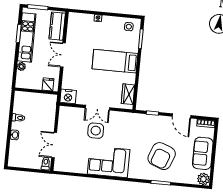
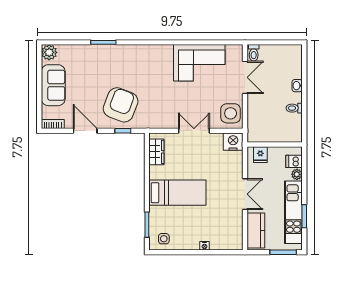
dishwasher: (22, 77) -> (294, 161), added
side table: (96, 131) -> (231, 113), moved
armchair: (162, 156) -> (121, 105), moved
corner sofa: (109, 162) -> (199, 63), moved

